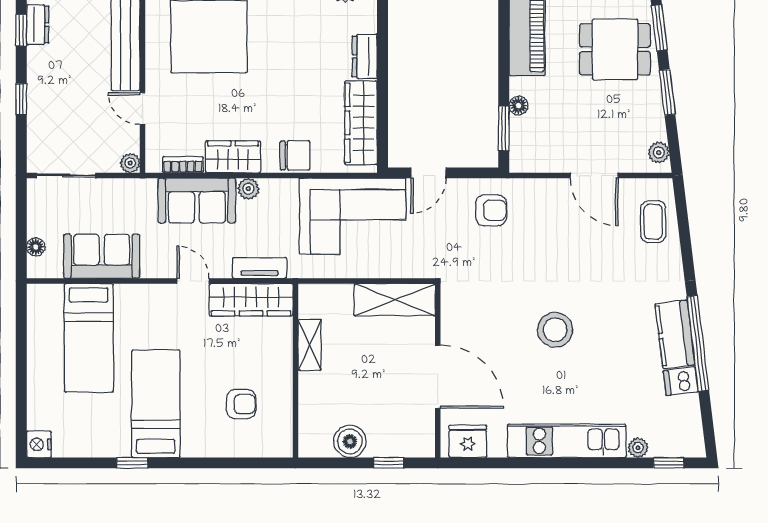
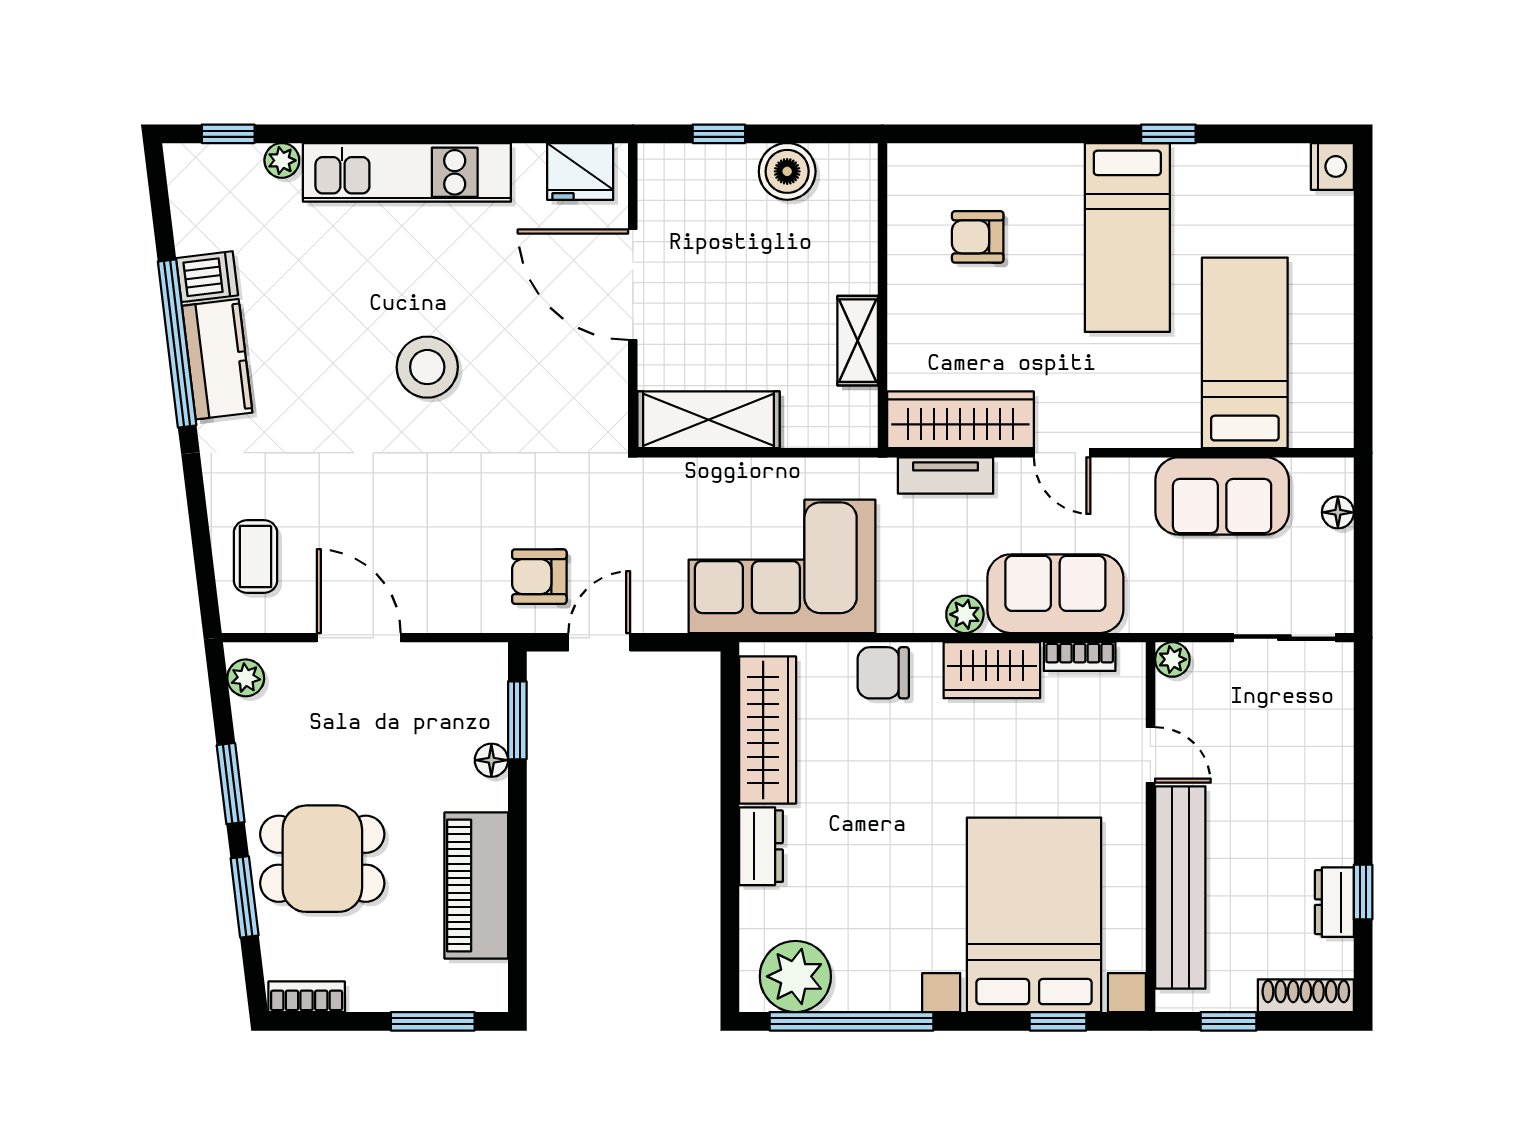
window: (21, 99) -> (1363, 771), removed
door: (428, 173) -> (599, 642), moved

